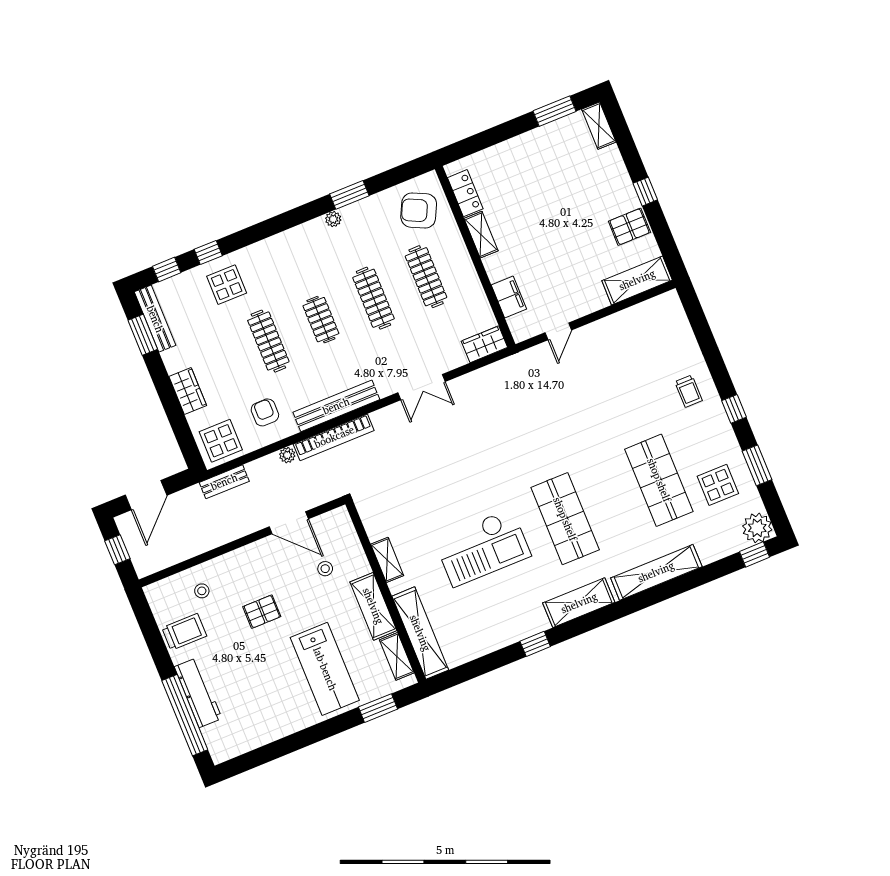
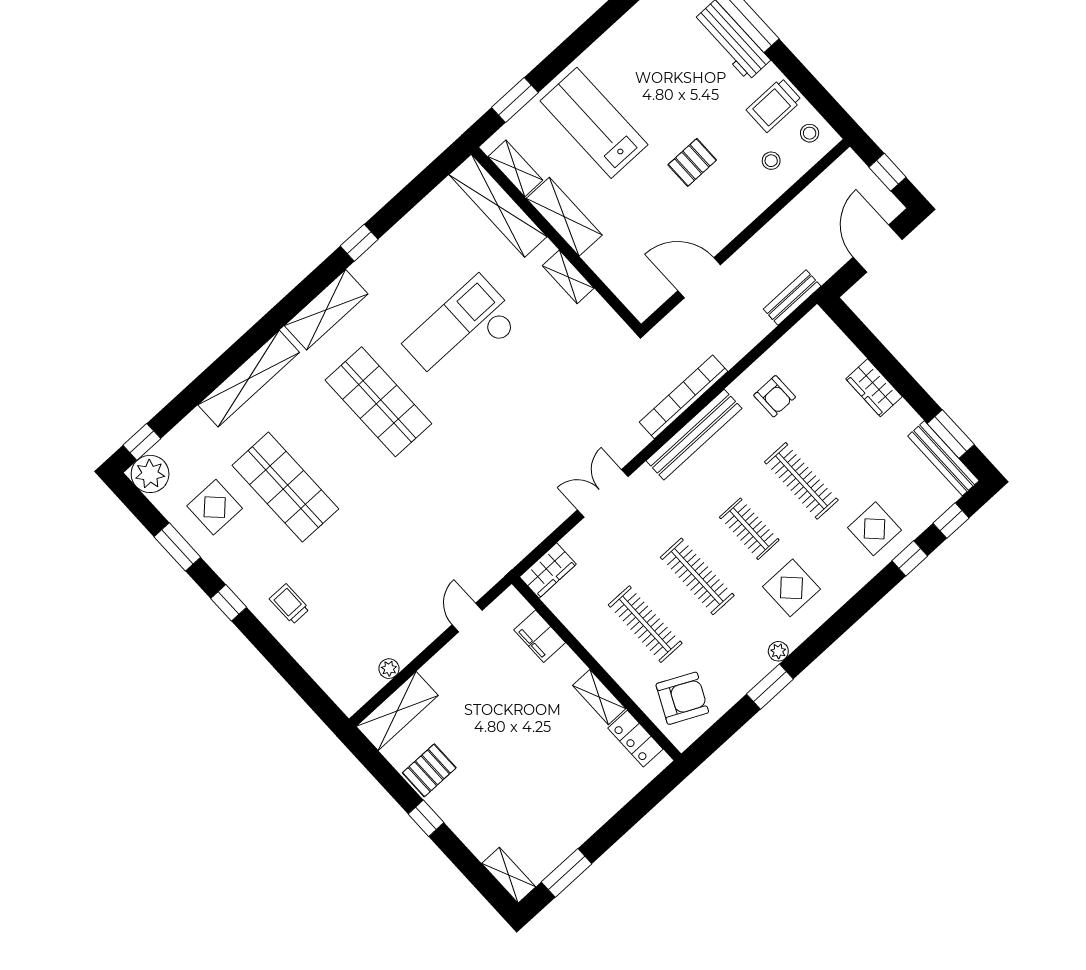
display table: (221, 441) -> (791, 588), moved
plant: (287, 455) -> (389, 669), moved
stool: (325, 569) -> (810, 133), moved

